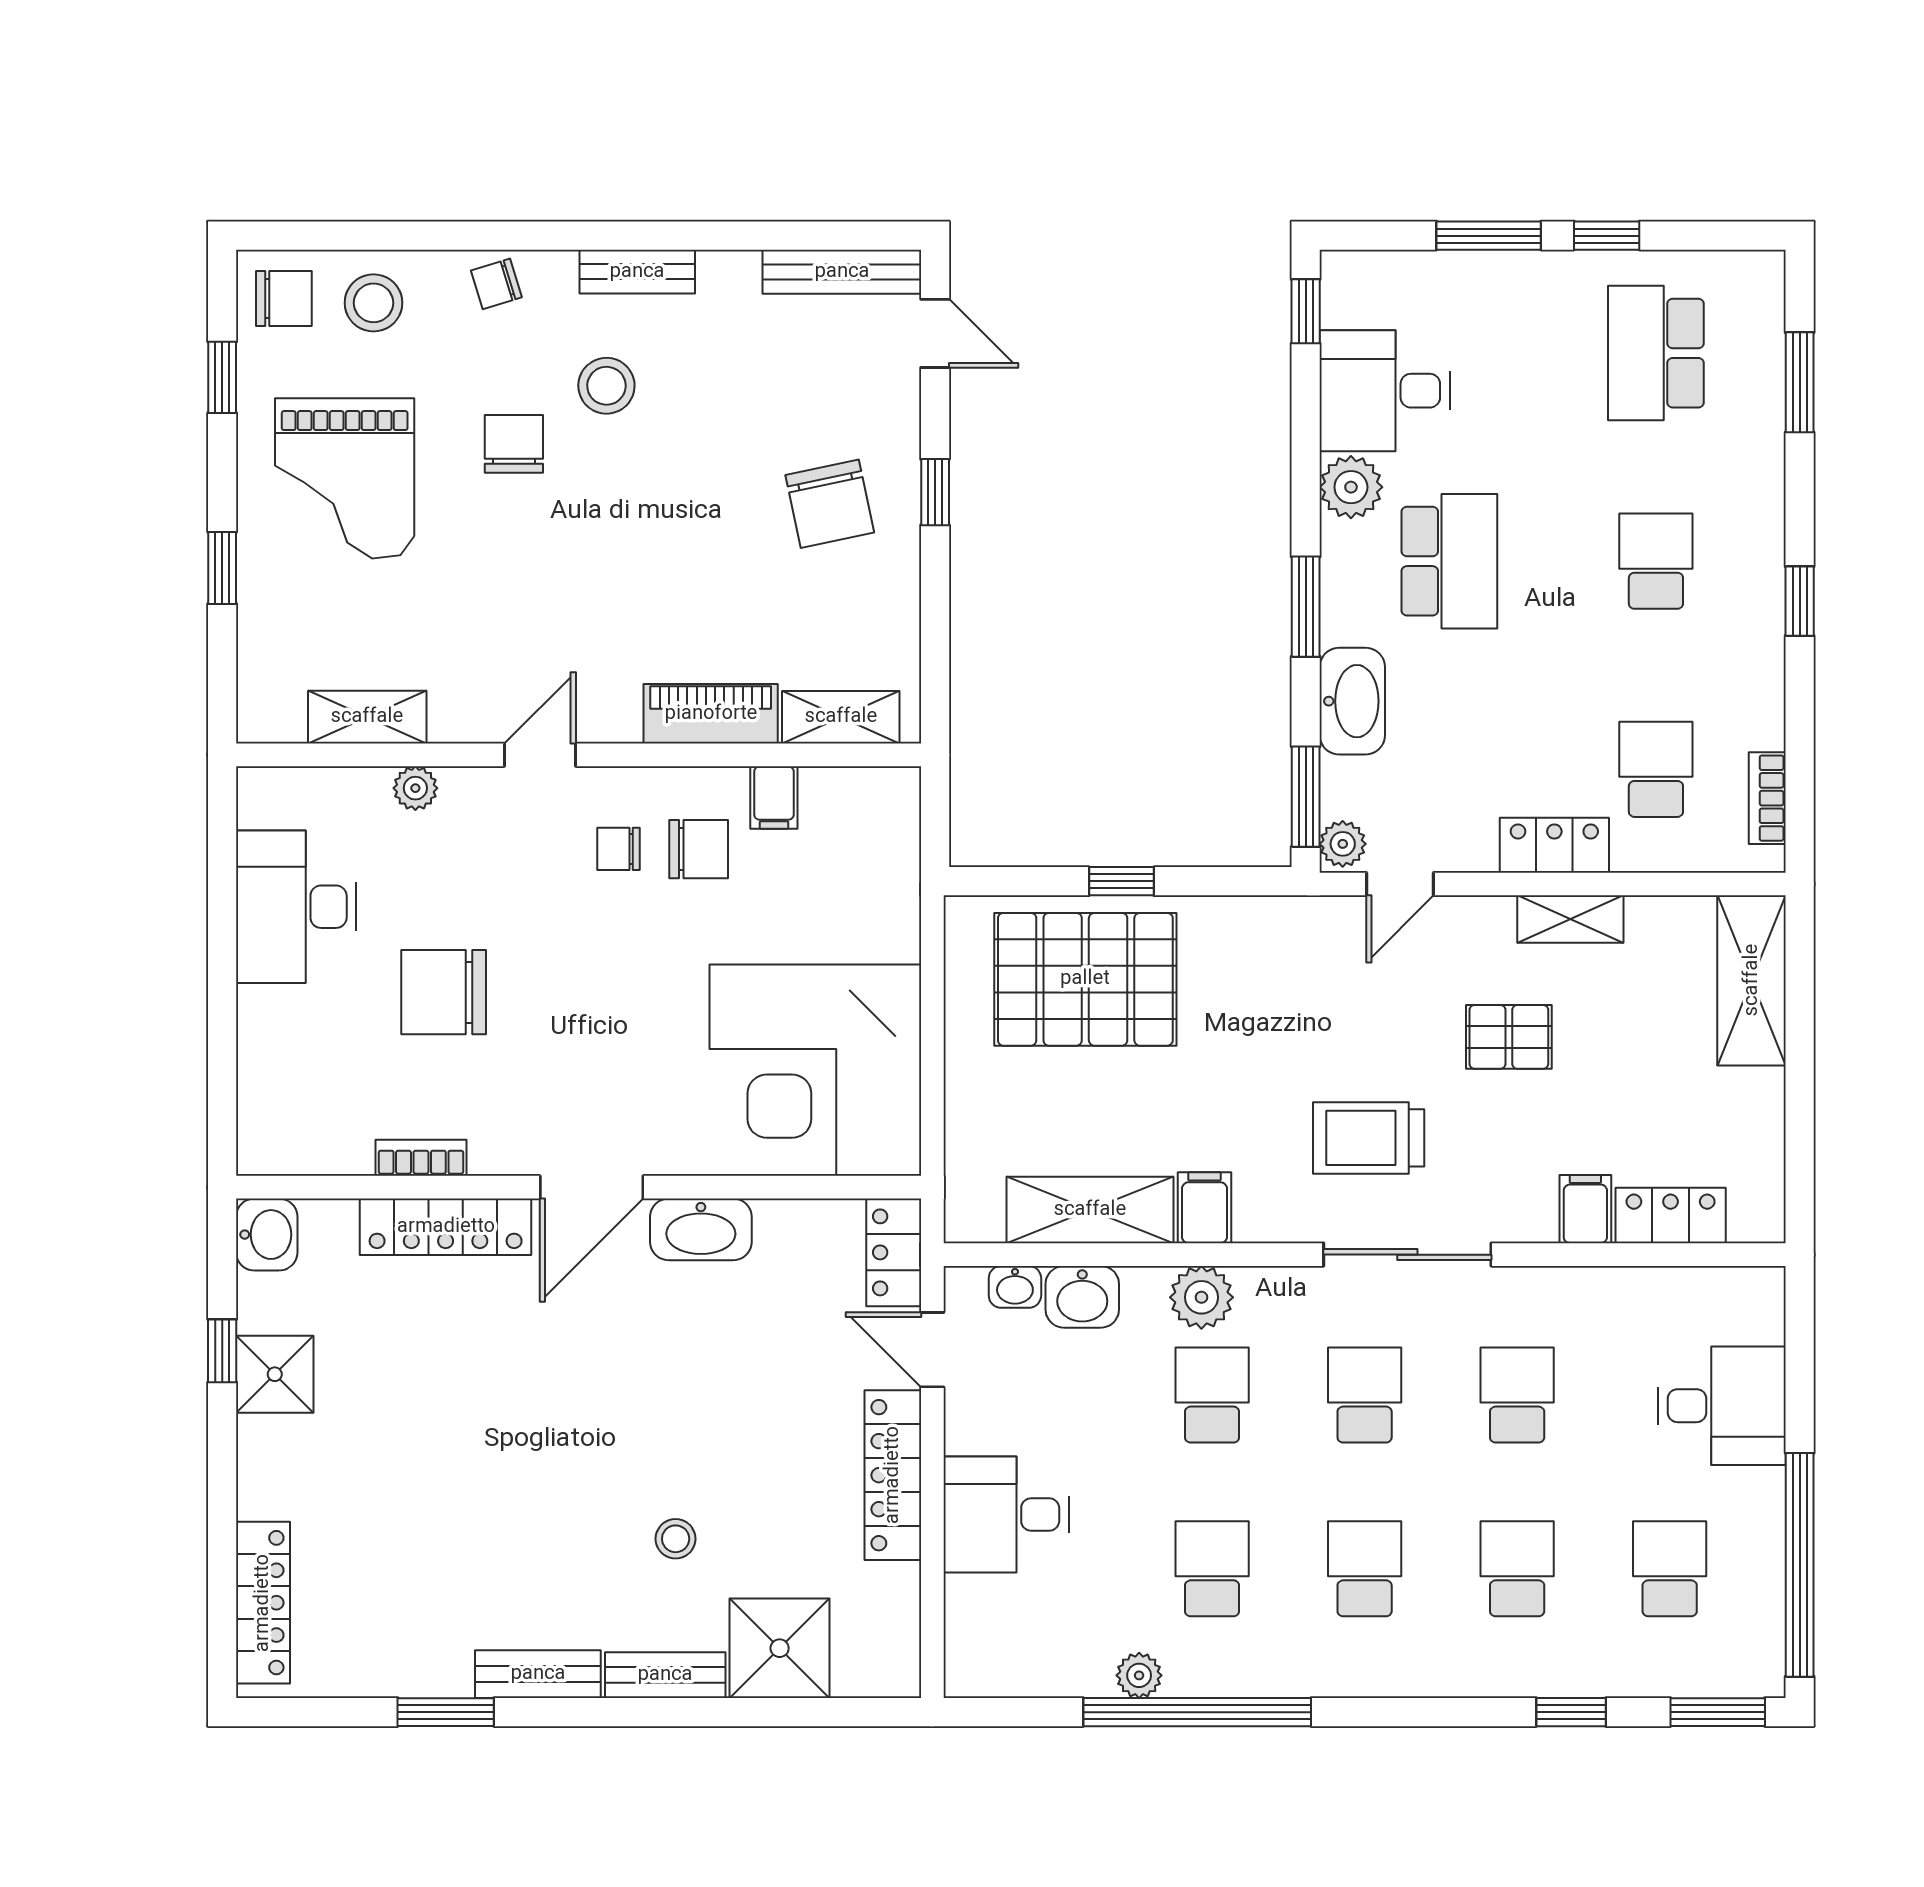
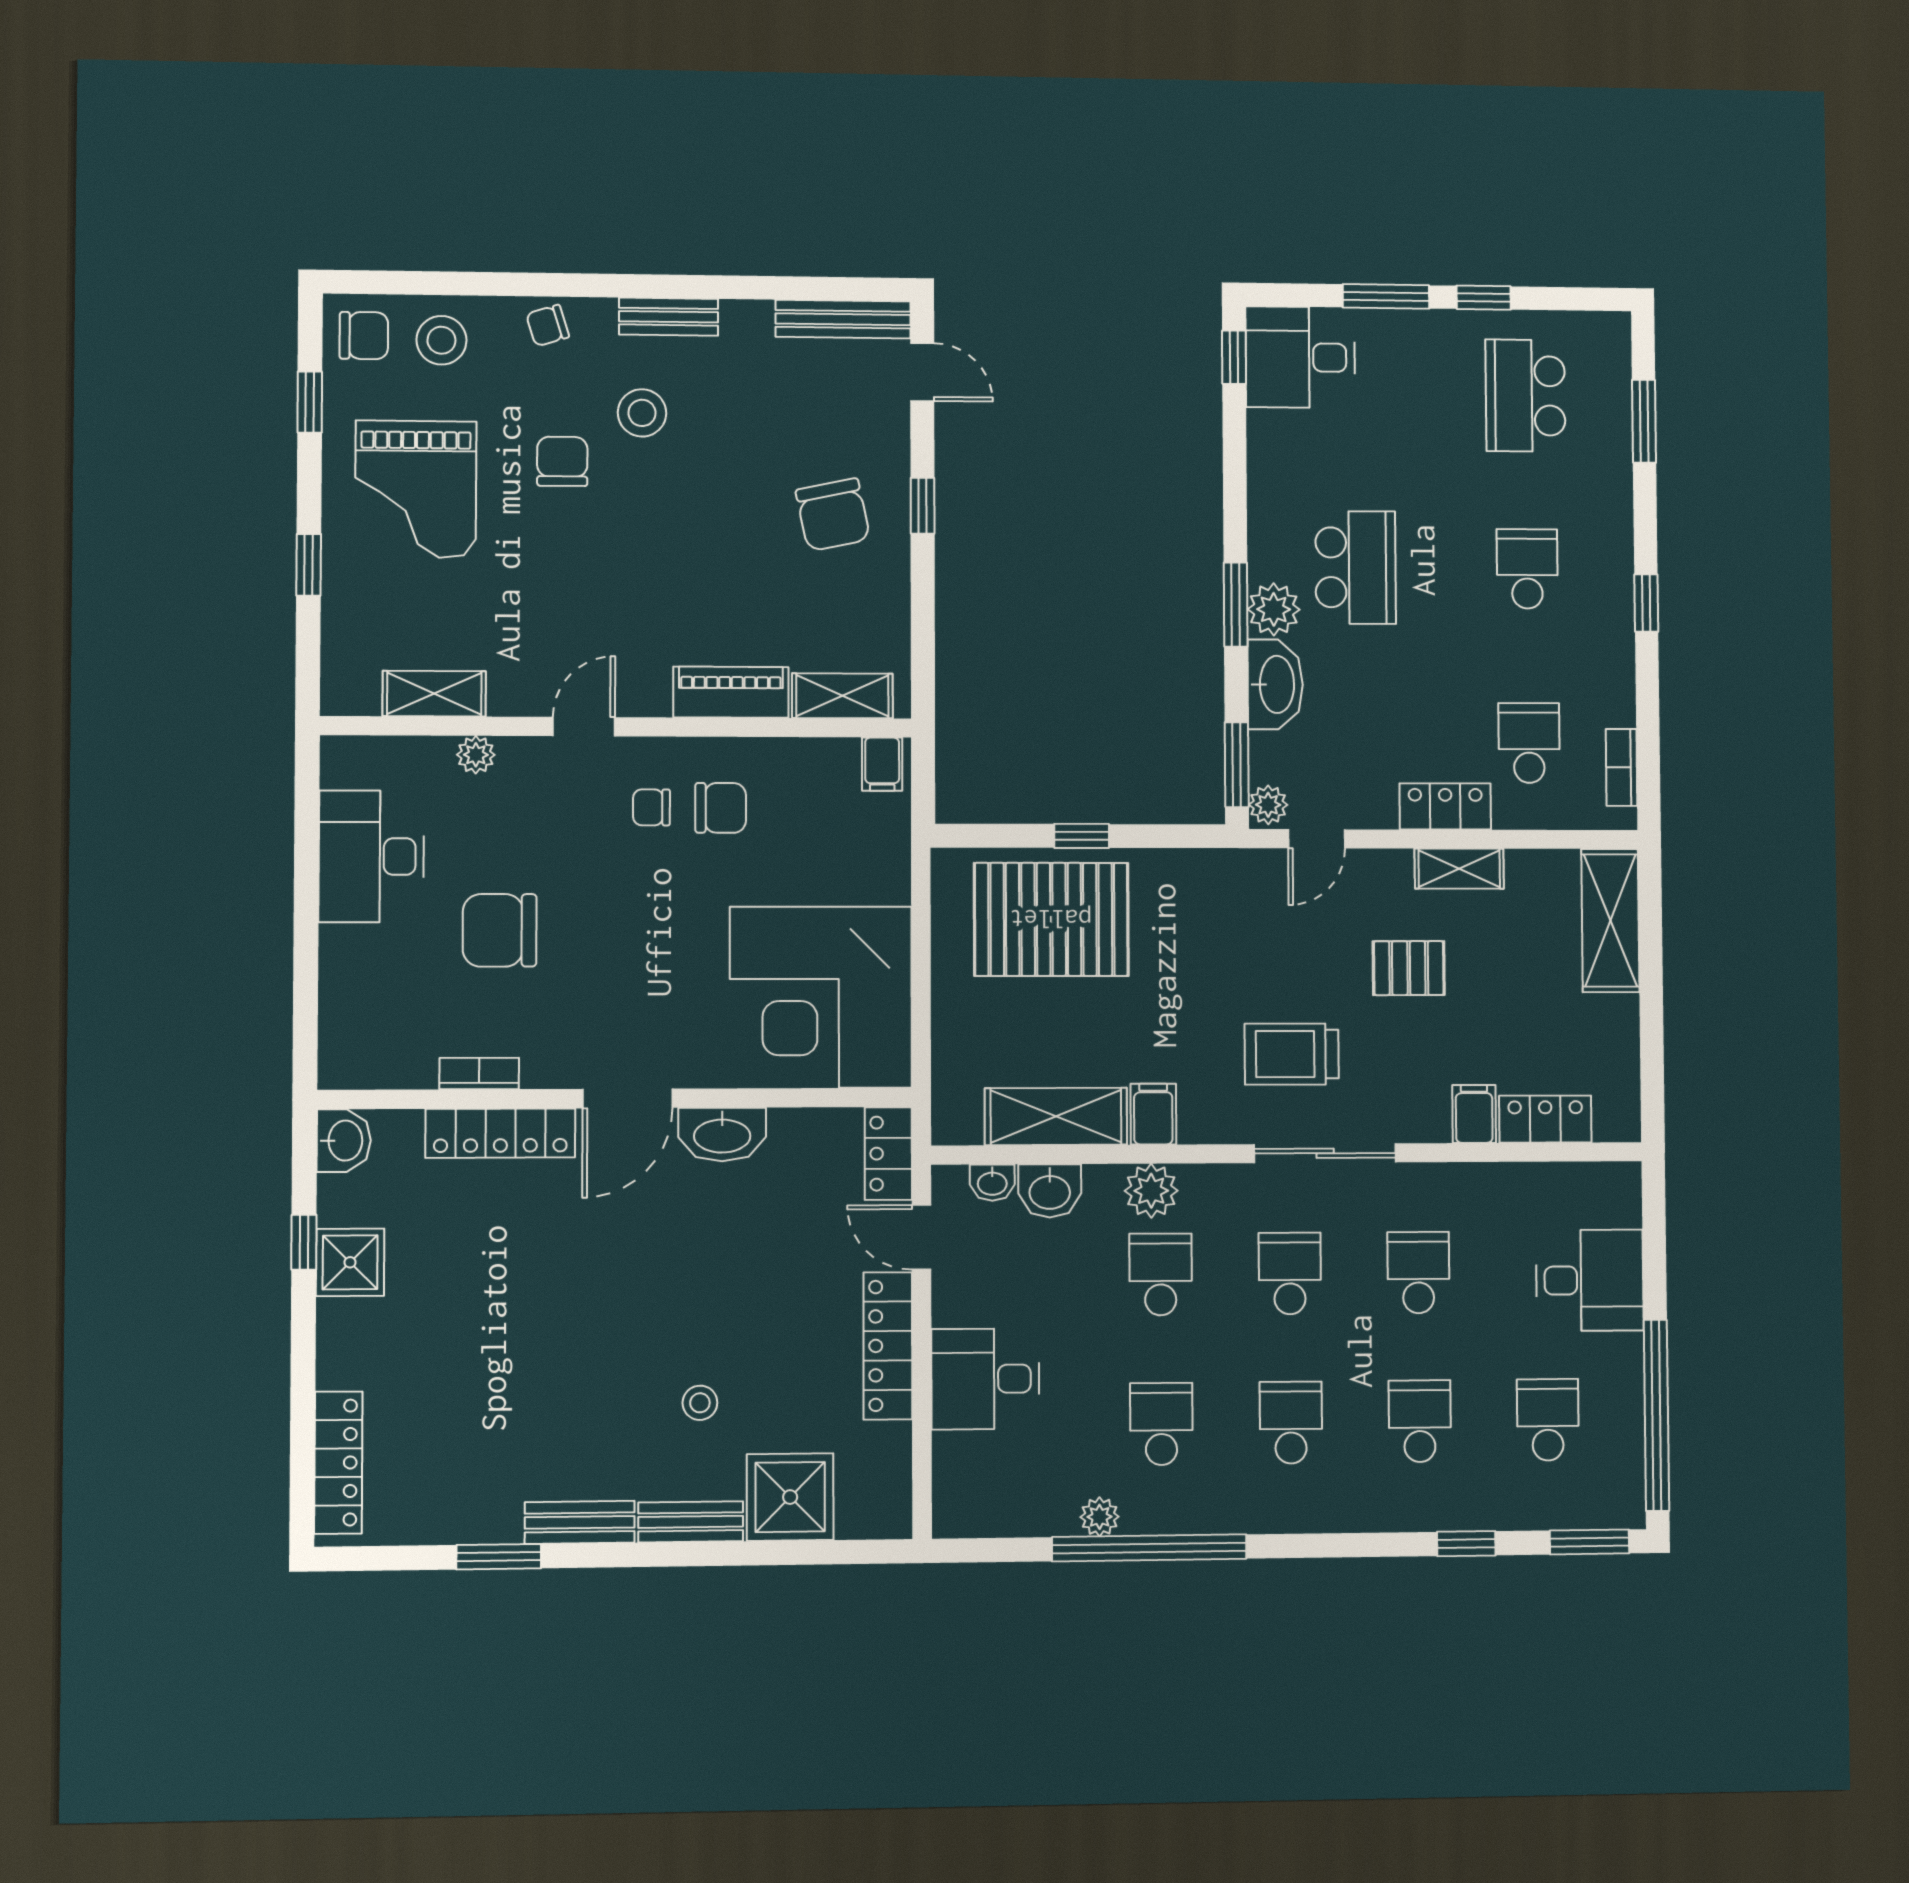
desk: (1385, 391) -> (1300, 357), moved
plant: (1351, 487) -> (1274, 609), moved
filing cabinet: (774, 797) -> (882, 764), moved

